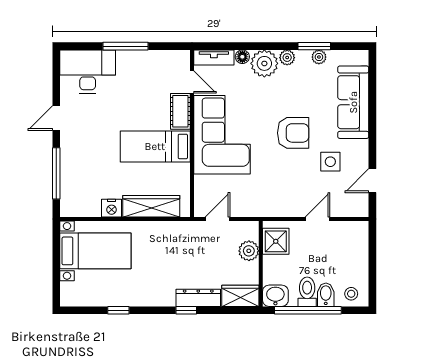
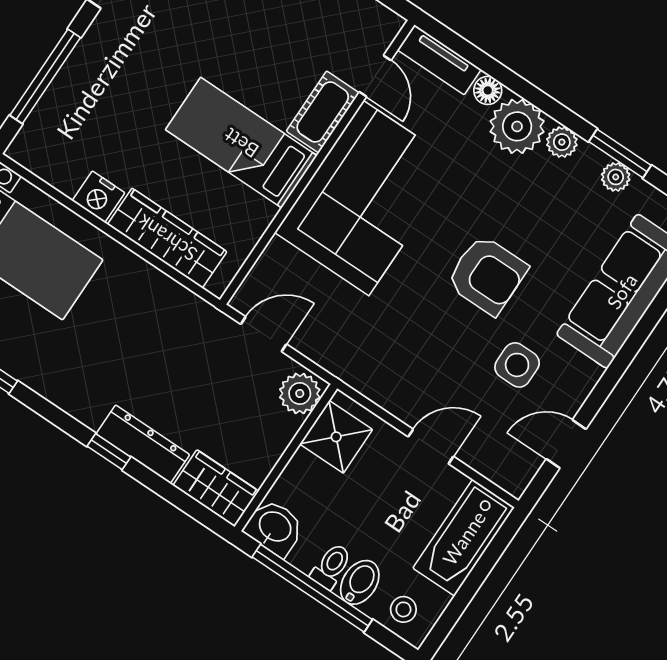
bathtub: (356, 248) -> (464, 538), added
plant: (249, 251) -> (300, 393), moved
toilet: (307, 292) -> (331, 566), width x0.73, depth x0.72

